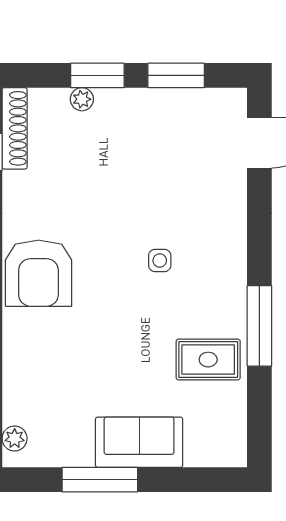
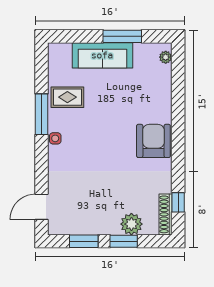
plant: (82, 99) -> (131, 224), width x1.87, depth x1.87
side table: (160, 260) -> (55, 138), moved
sofa: (139, 442) -> (102, 55), width x1.36

